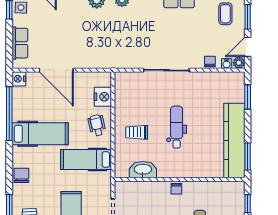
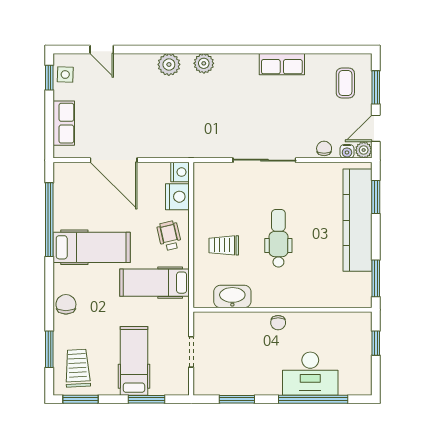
nightstand: (19, 79) -> (180, 172), moved, turned 180
kitchen counter: (234, 140) -> (357, 220), moved

